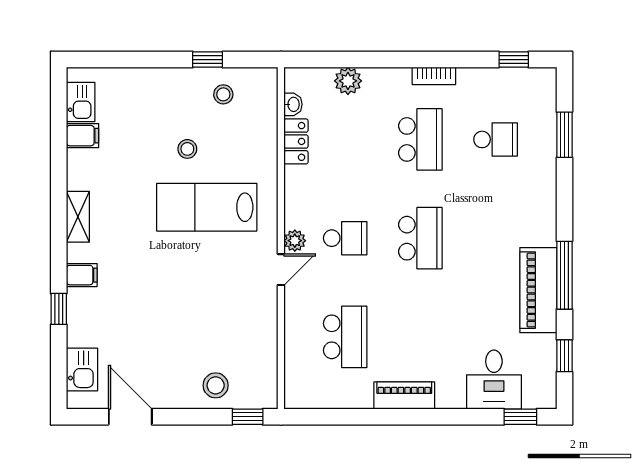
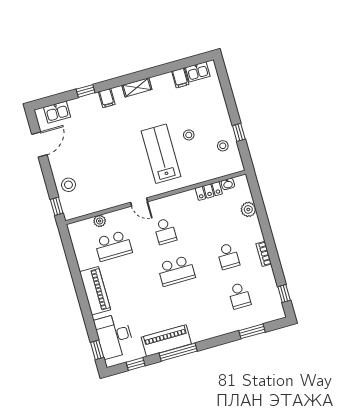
school desk: (420, 139) -> (228, 256), width x0.54
plant: (295, 241) -> (100, 221), moved
desk: (494, 380) -> (114, 336), width x1.37
piano: (404, 396) -> (95, 291), width x1.37, depth x1.33

